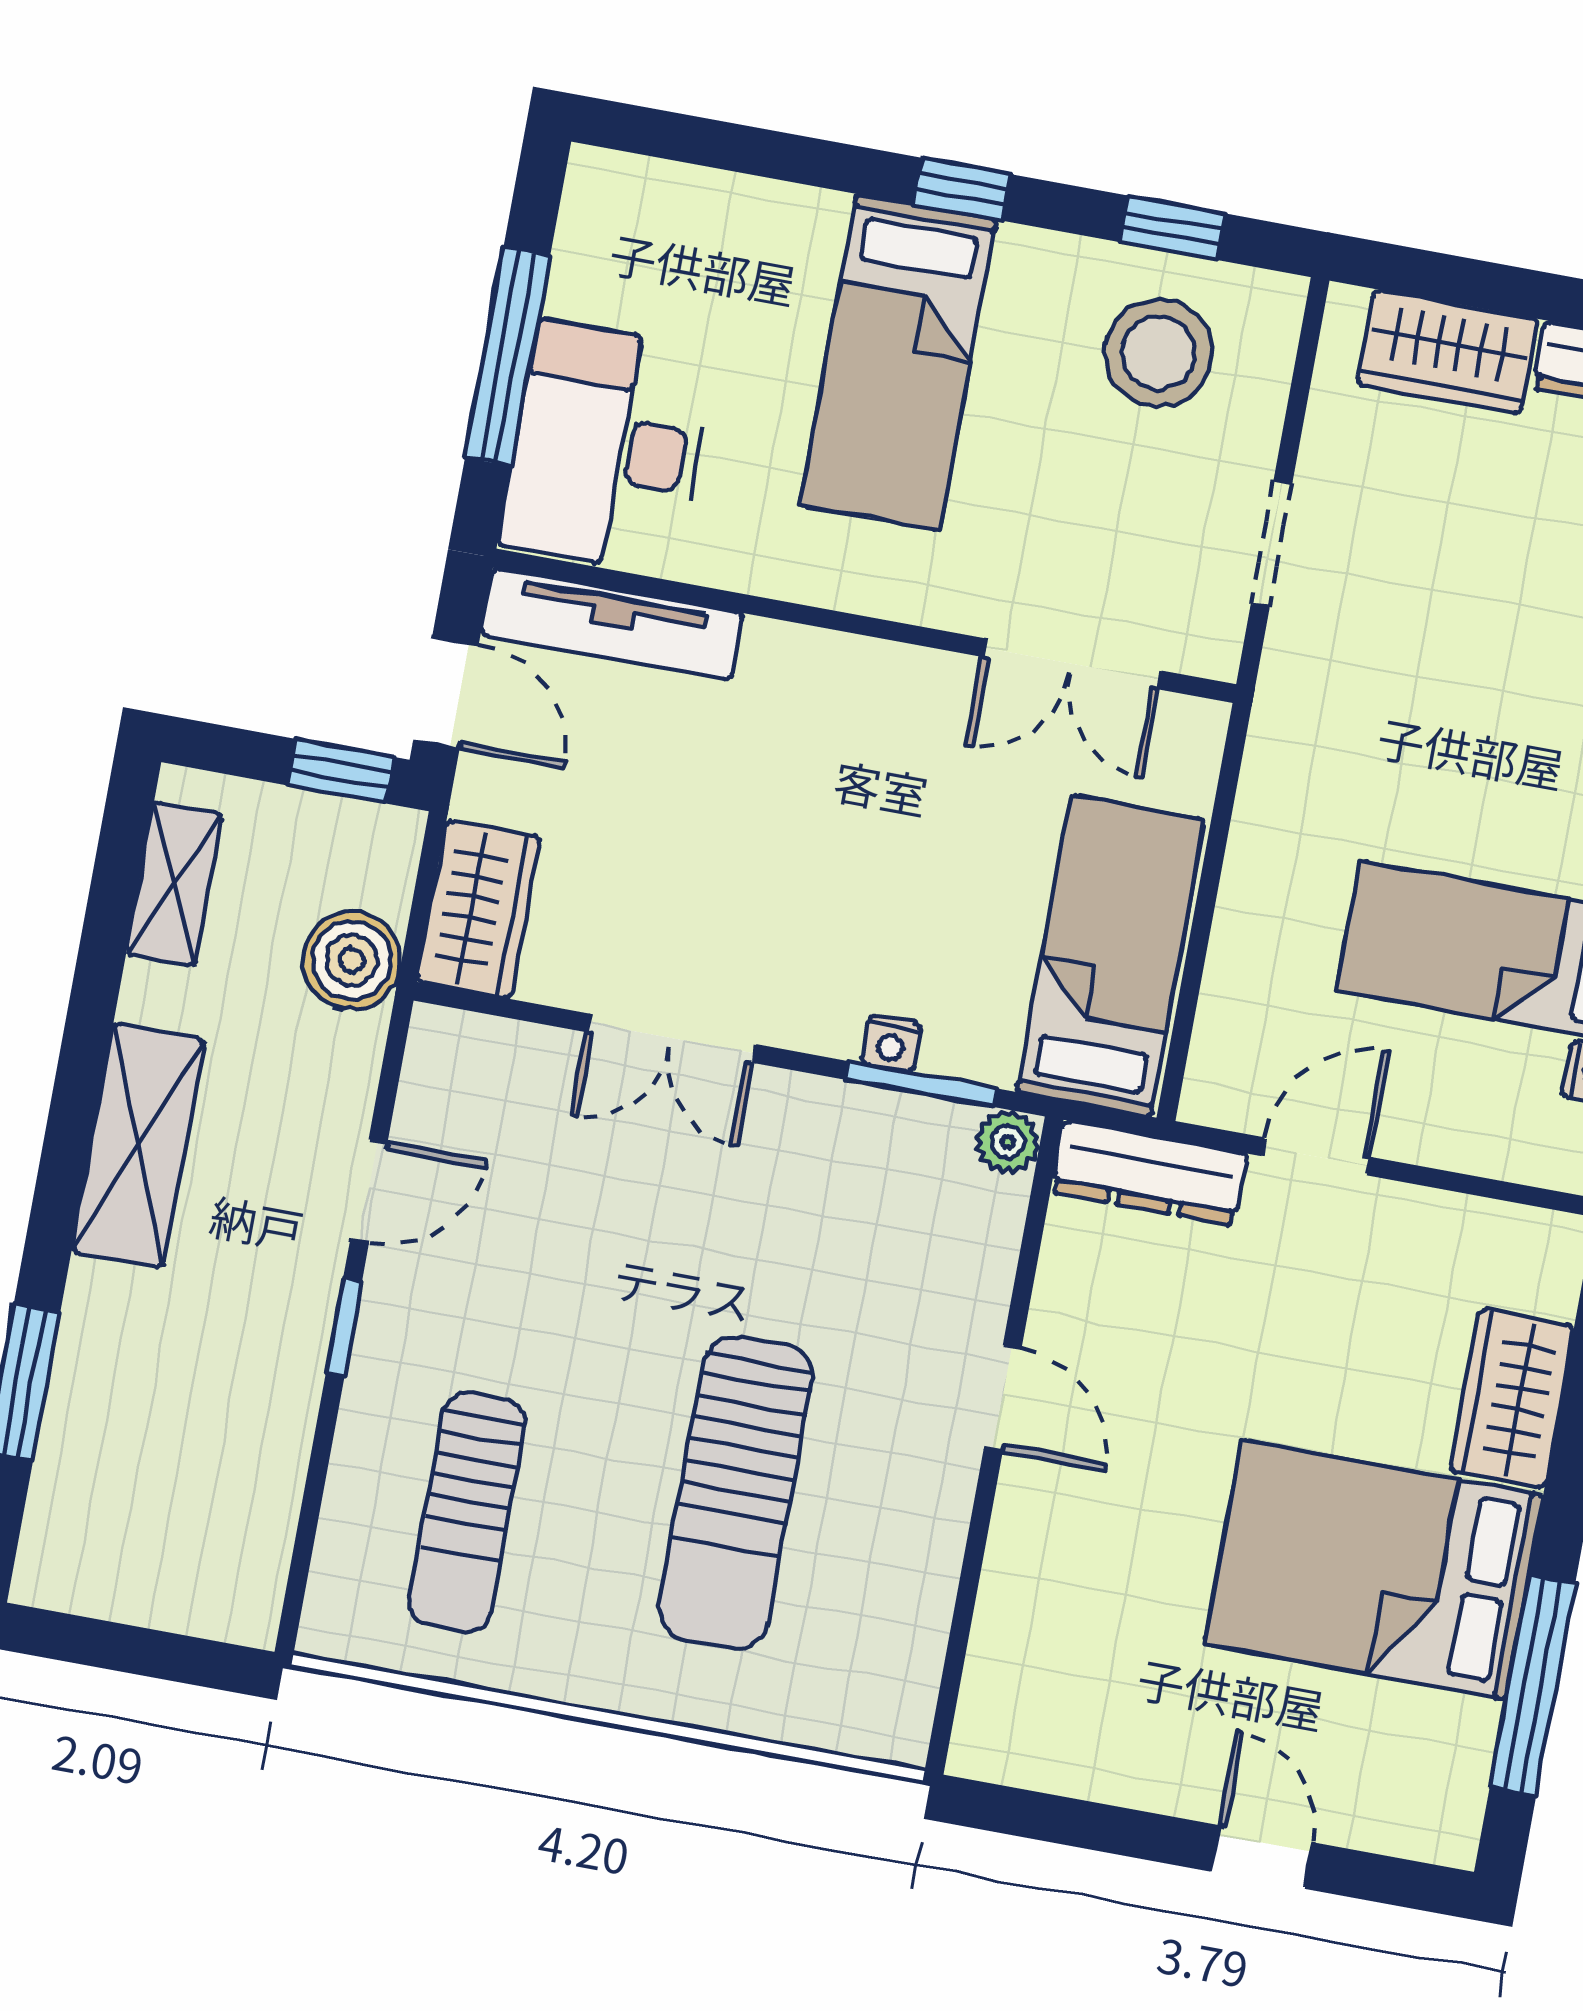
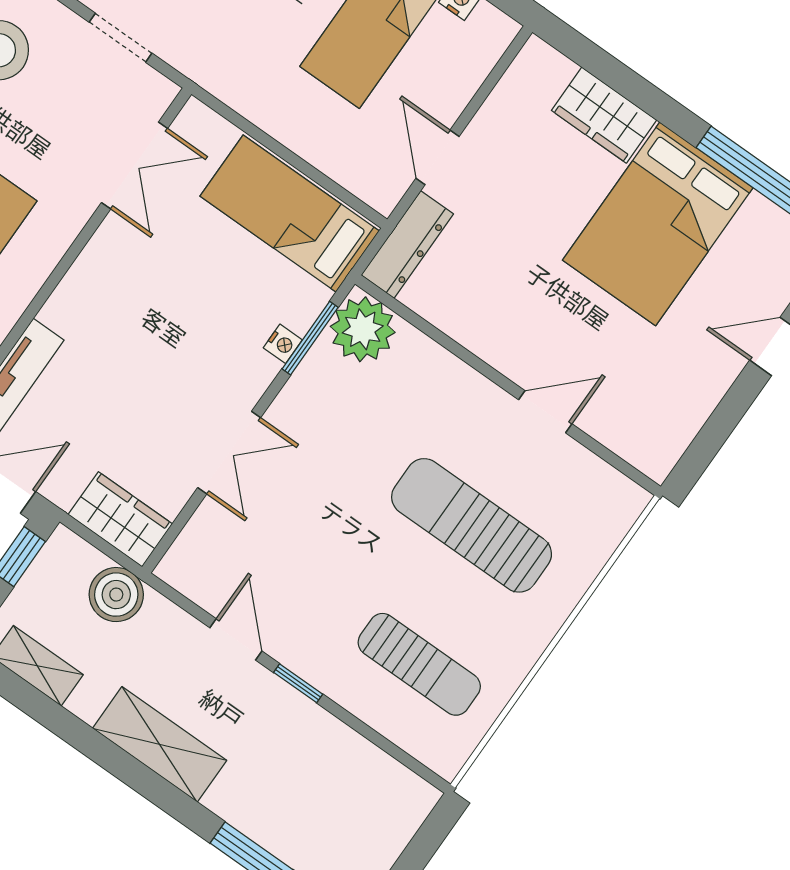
plant: (1008, 1142) -> (363, 329), width x1.87, depth x1.87
door: (1003, 1398) -> (545, 412), moved
sun lounger: (736, 1492) -> (472, 525), turned 180

